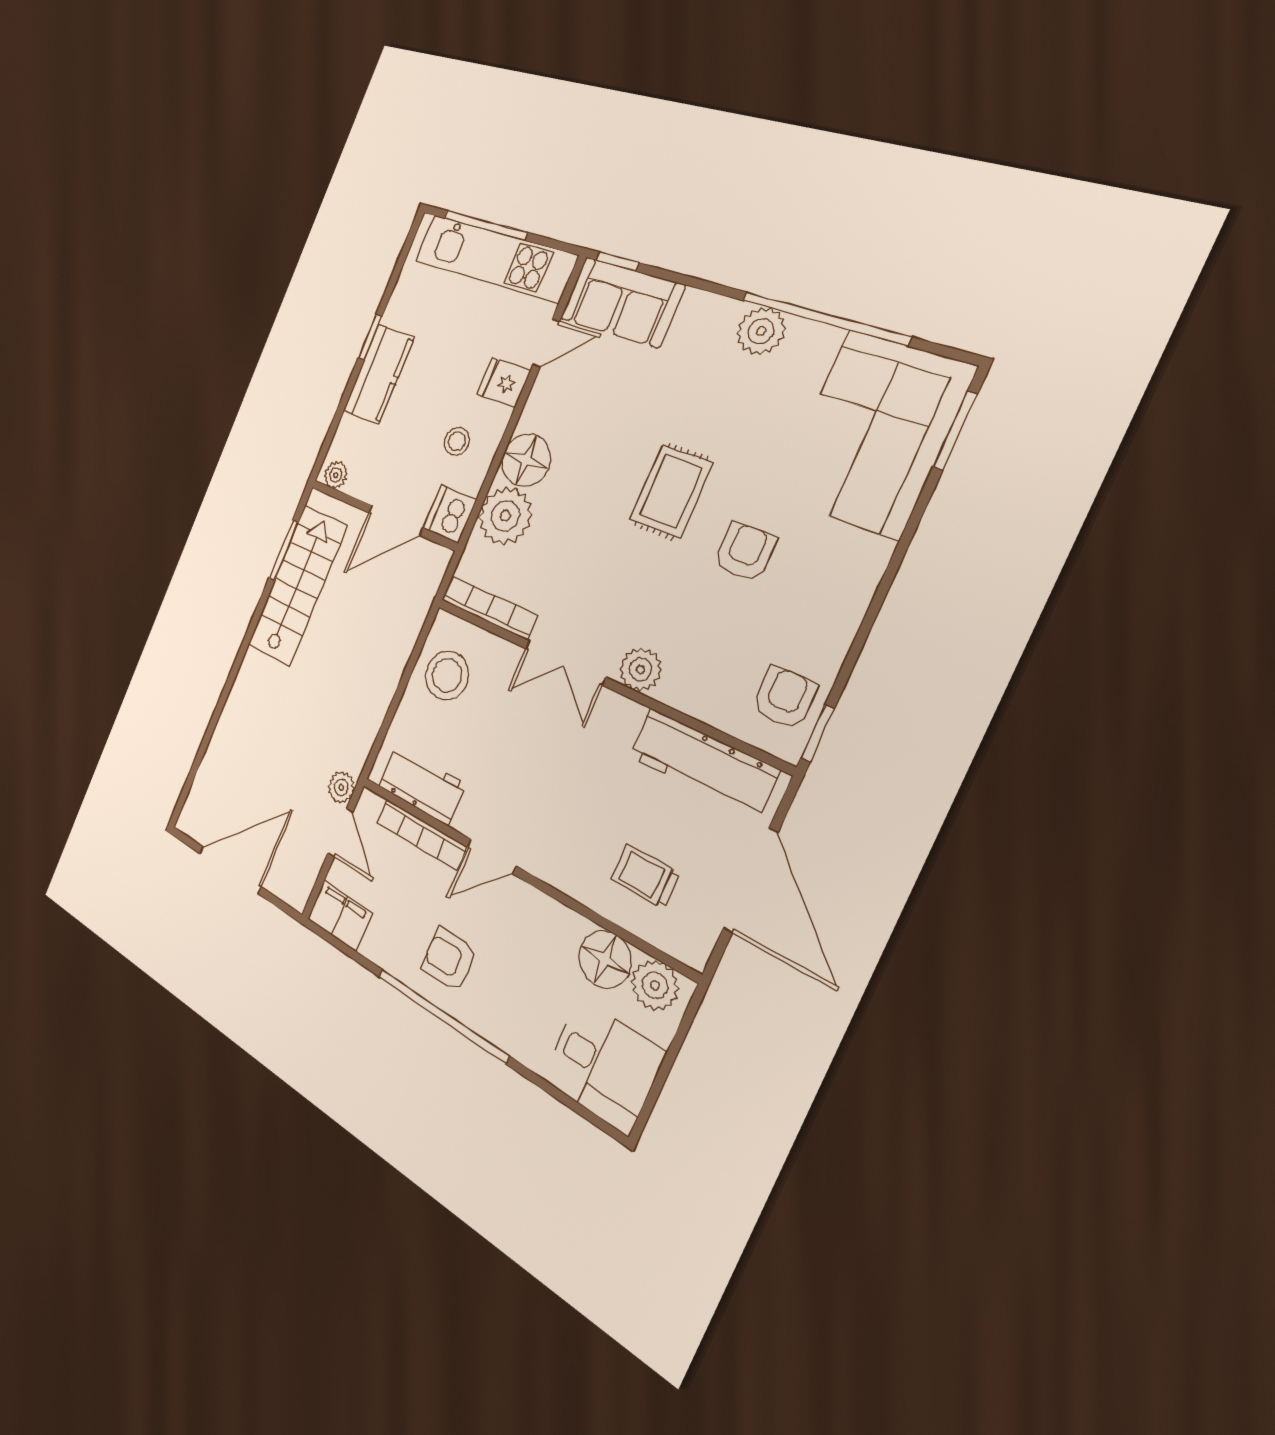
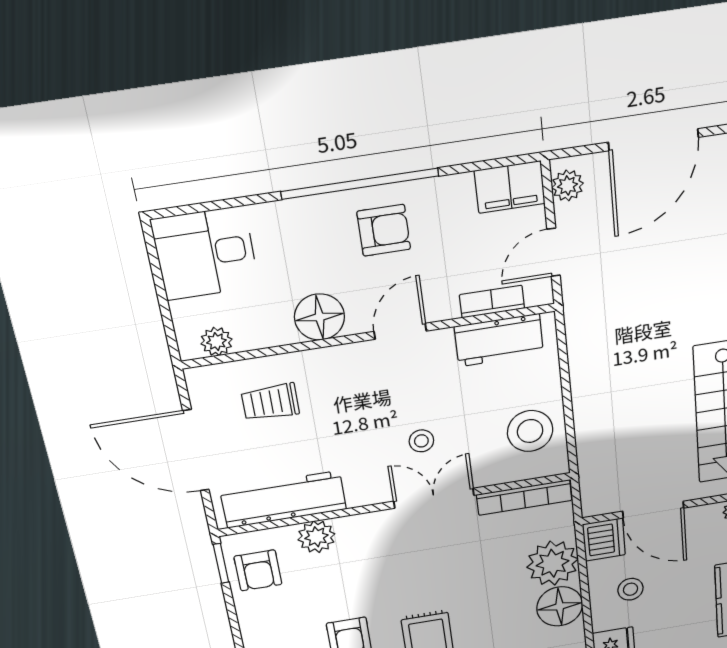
door: (396, 520) -> (653, 510), swing flipped
plant: (640, 669) -> (316, 537), moved
stool: (540, 733) -> (421, 441), added
plant: (341, 787) -> (568, 185), moved
door: (340, 833) -> (554, 252), hinge flipped
bookcase: (421, 834) -> (492, 302), width x0.64
trolley: (645, 876) -> (270, 402), turned 180
floor lamp: (605, 959) -> (320, 317), moved
plant: (655, 985) -> (216, 342), width x0.73, depth x0.73

